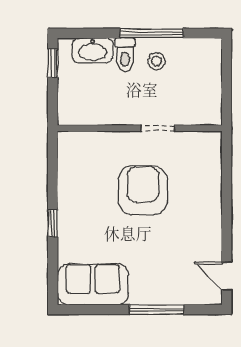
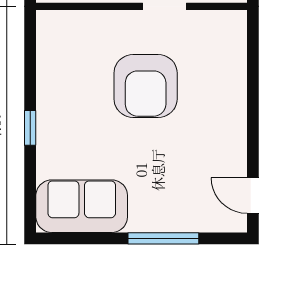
armchair: (143, 190) -> (146, 86), turned 180

